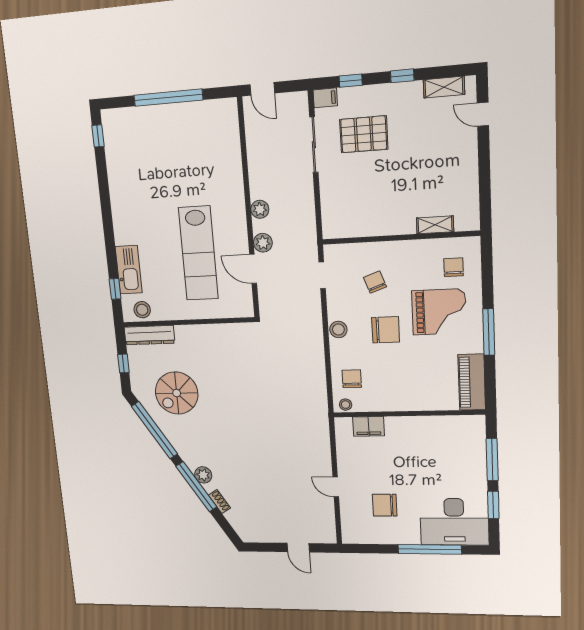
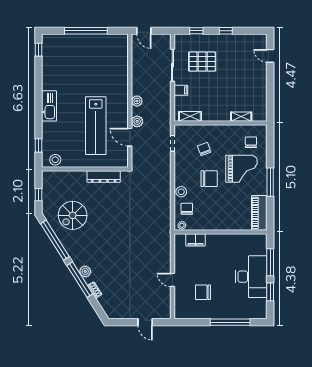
shelving: (444, 87) -> (190, 116), moved
filing cabinet: (325, 98) -> (181, 90), moved
kitchen sink: (129, 270) -> (49, 106), moved
stool: (338, 329) -> (181, 192), moved
dresser: (149, 335) -> (104, 176), moved
desk: (454, 522) -> (251, 277), moved, turned -90

